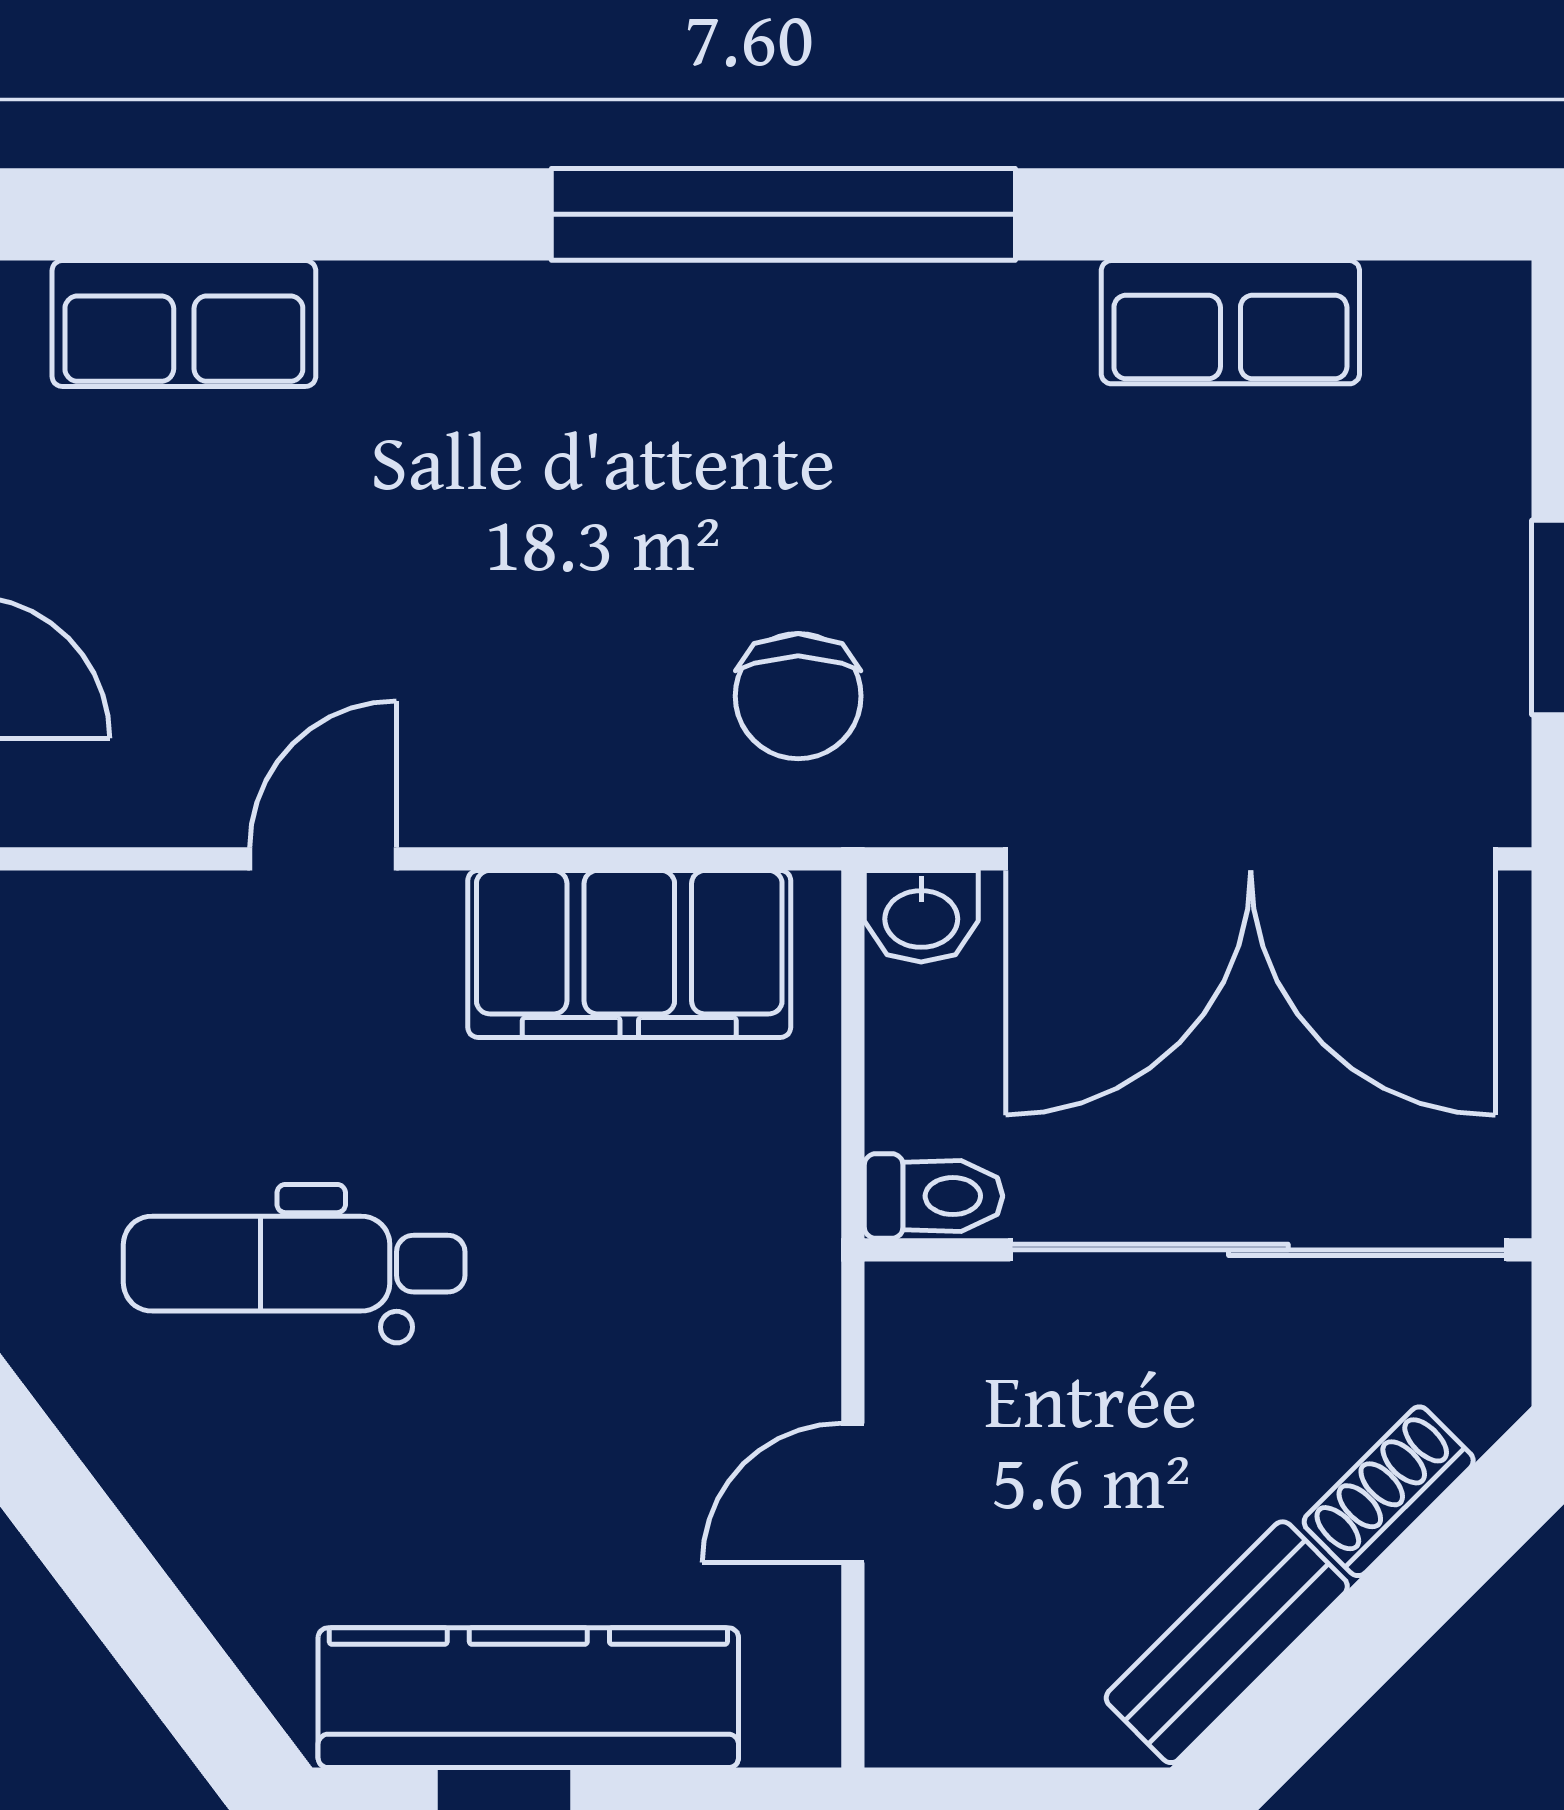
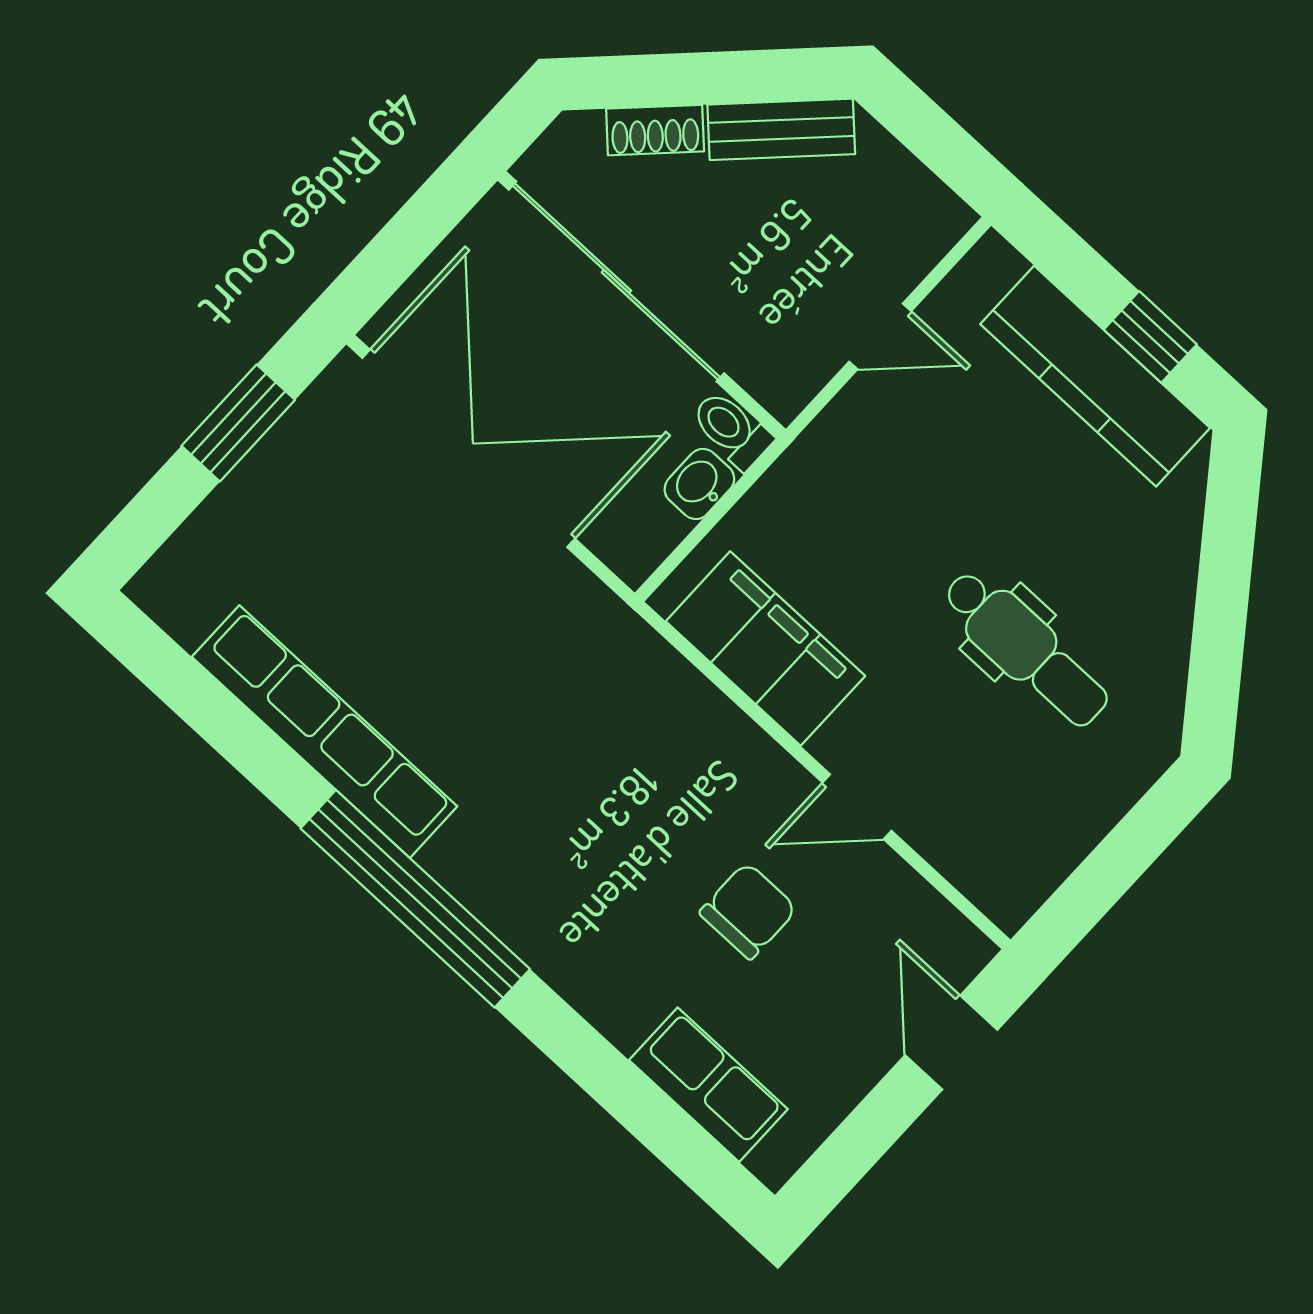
row of seats: (1230, 322) -> (325, 732), width x2.02
chair: (798, 696) -> (748, 911), moved
washbasin: (921, 916) -> (699, 484), moved, turned -90

